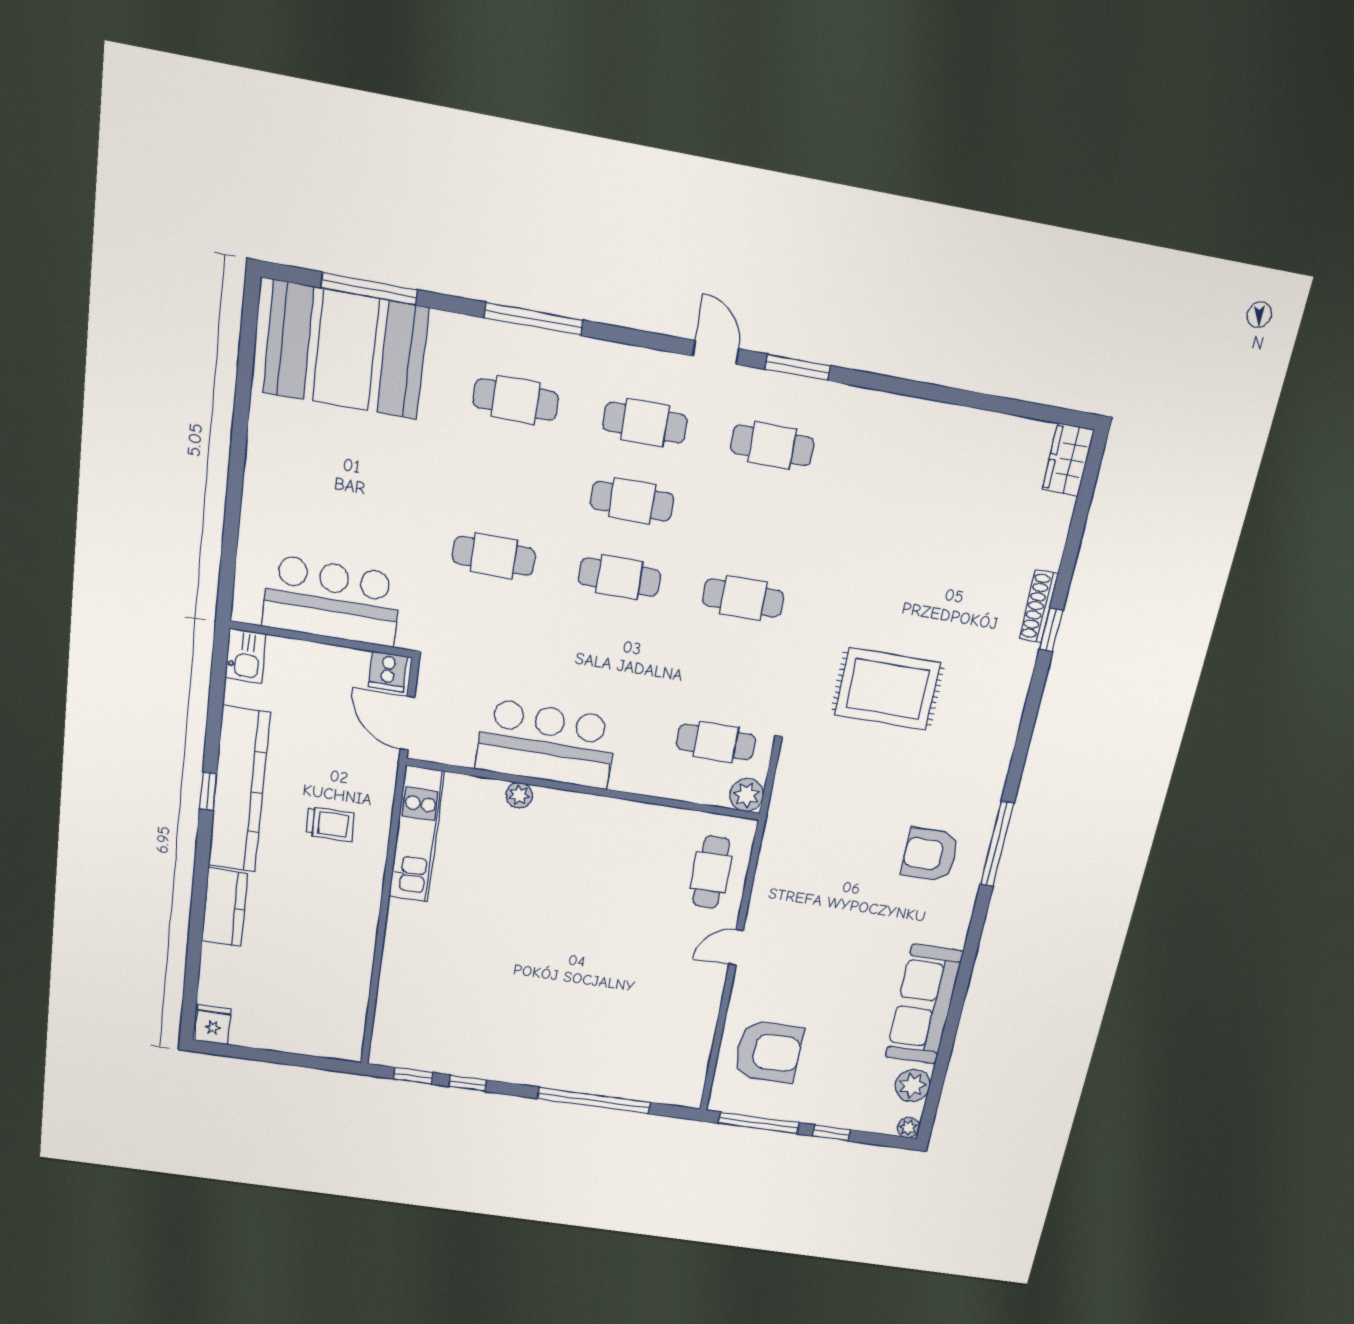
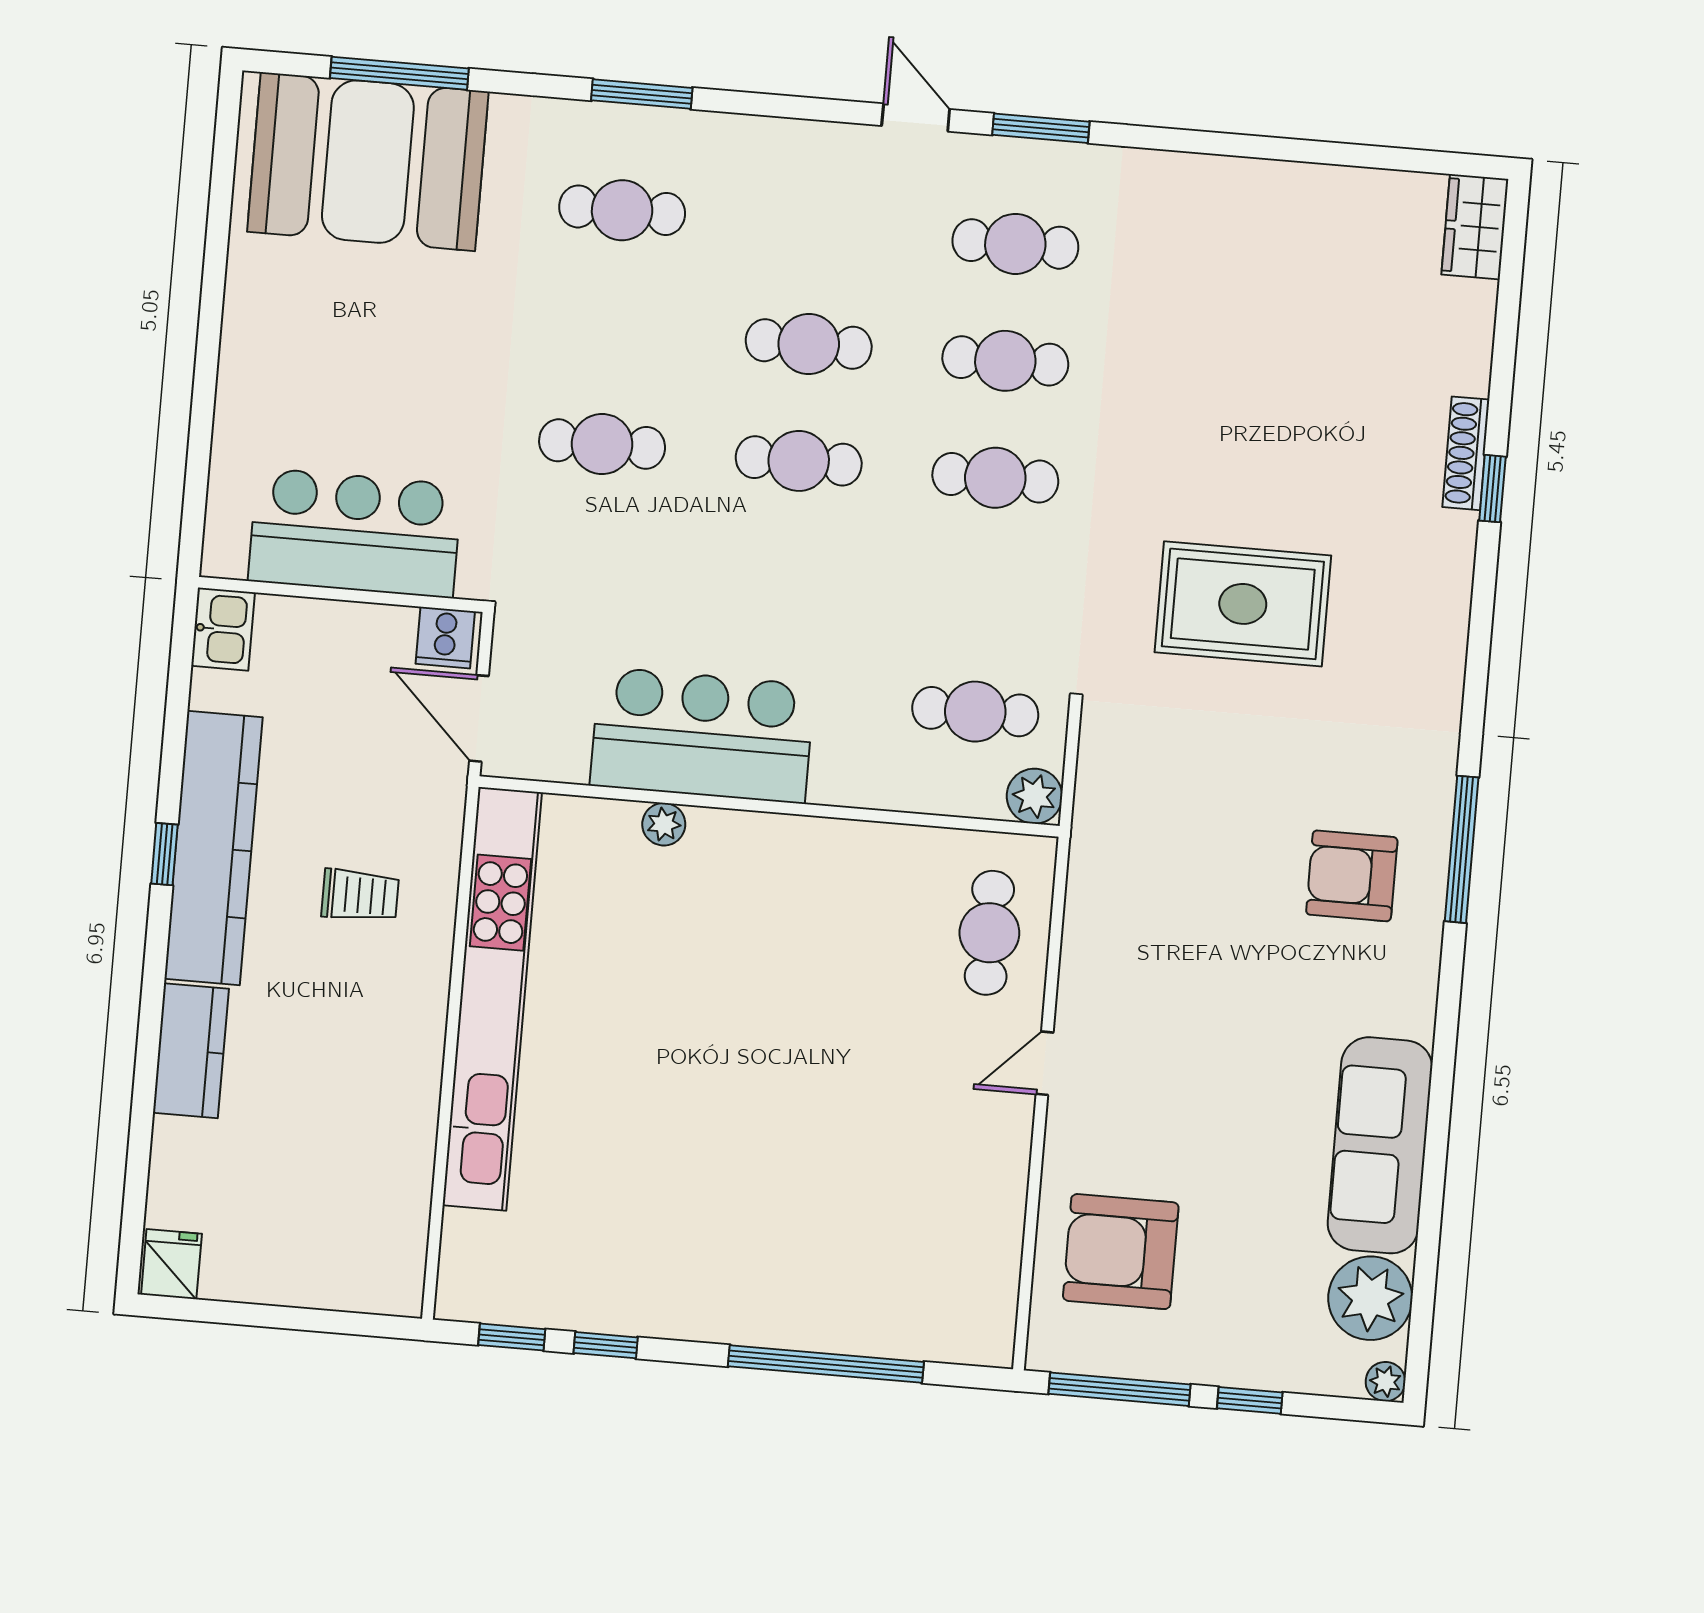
window: (534, 319) -> (642, 94), width x0.69
cafe table: (645, 423) -> (1005, 361), moved
kitchen unit: (417, 834) -> (492, 999), width x1.86
armchair: (768, 1052) -> (1121, 1252), turned 180
plant: (913, 1085) -> (1370, 1298), width x1.36, depth x1.36

